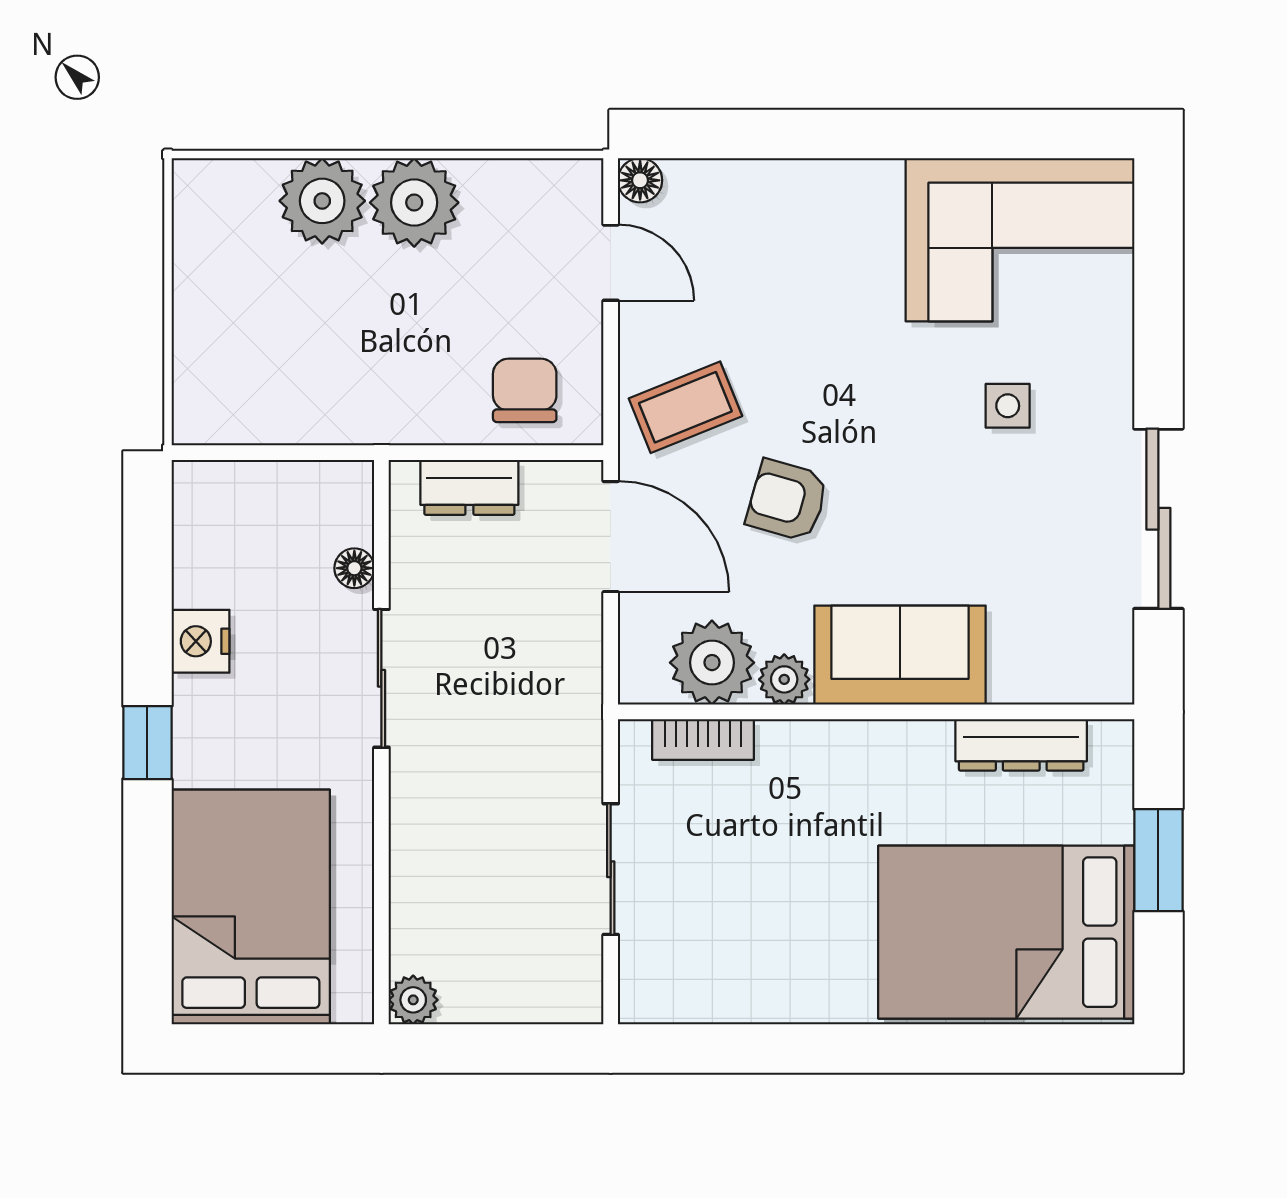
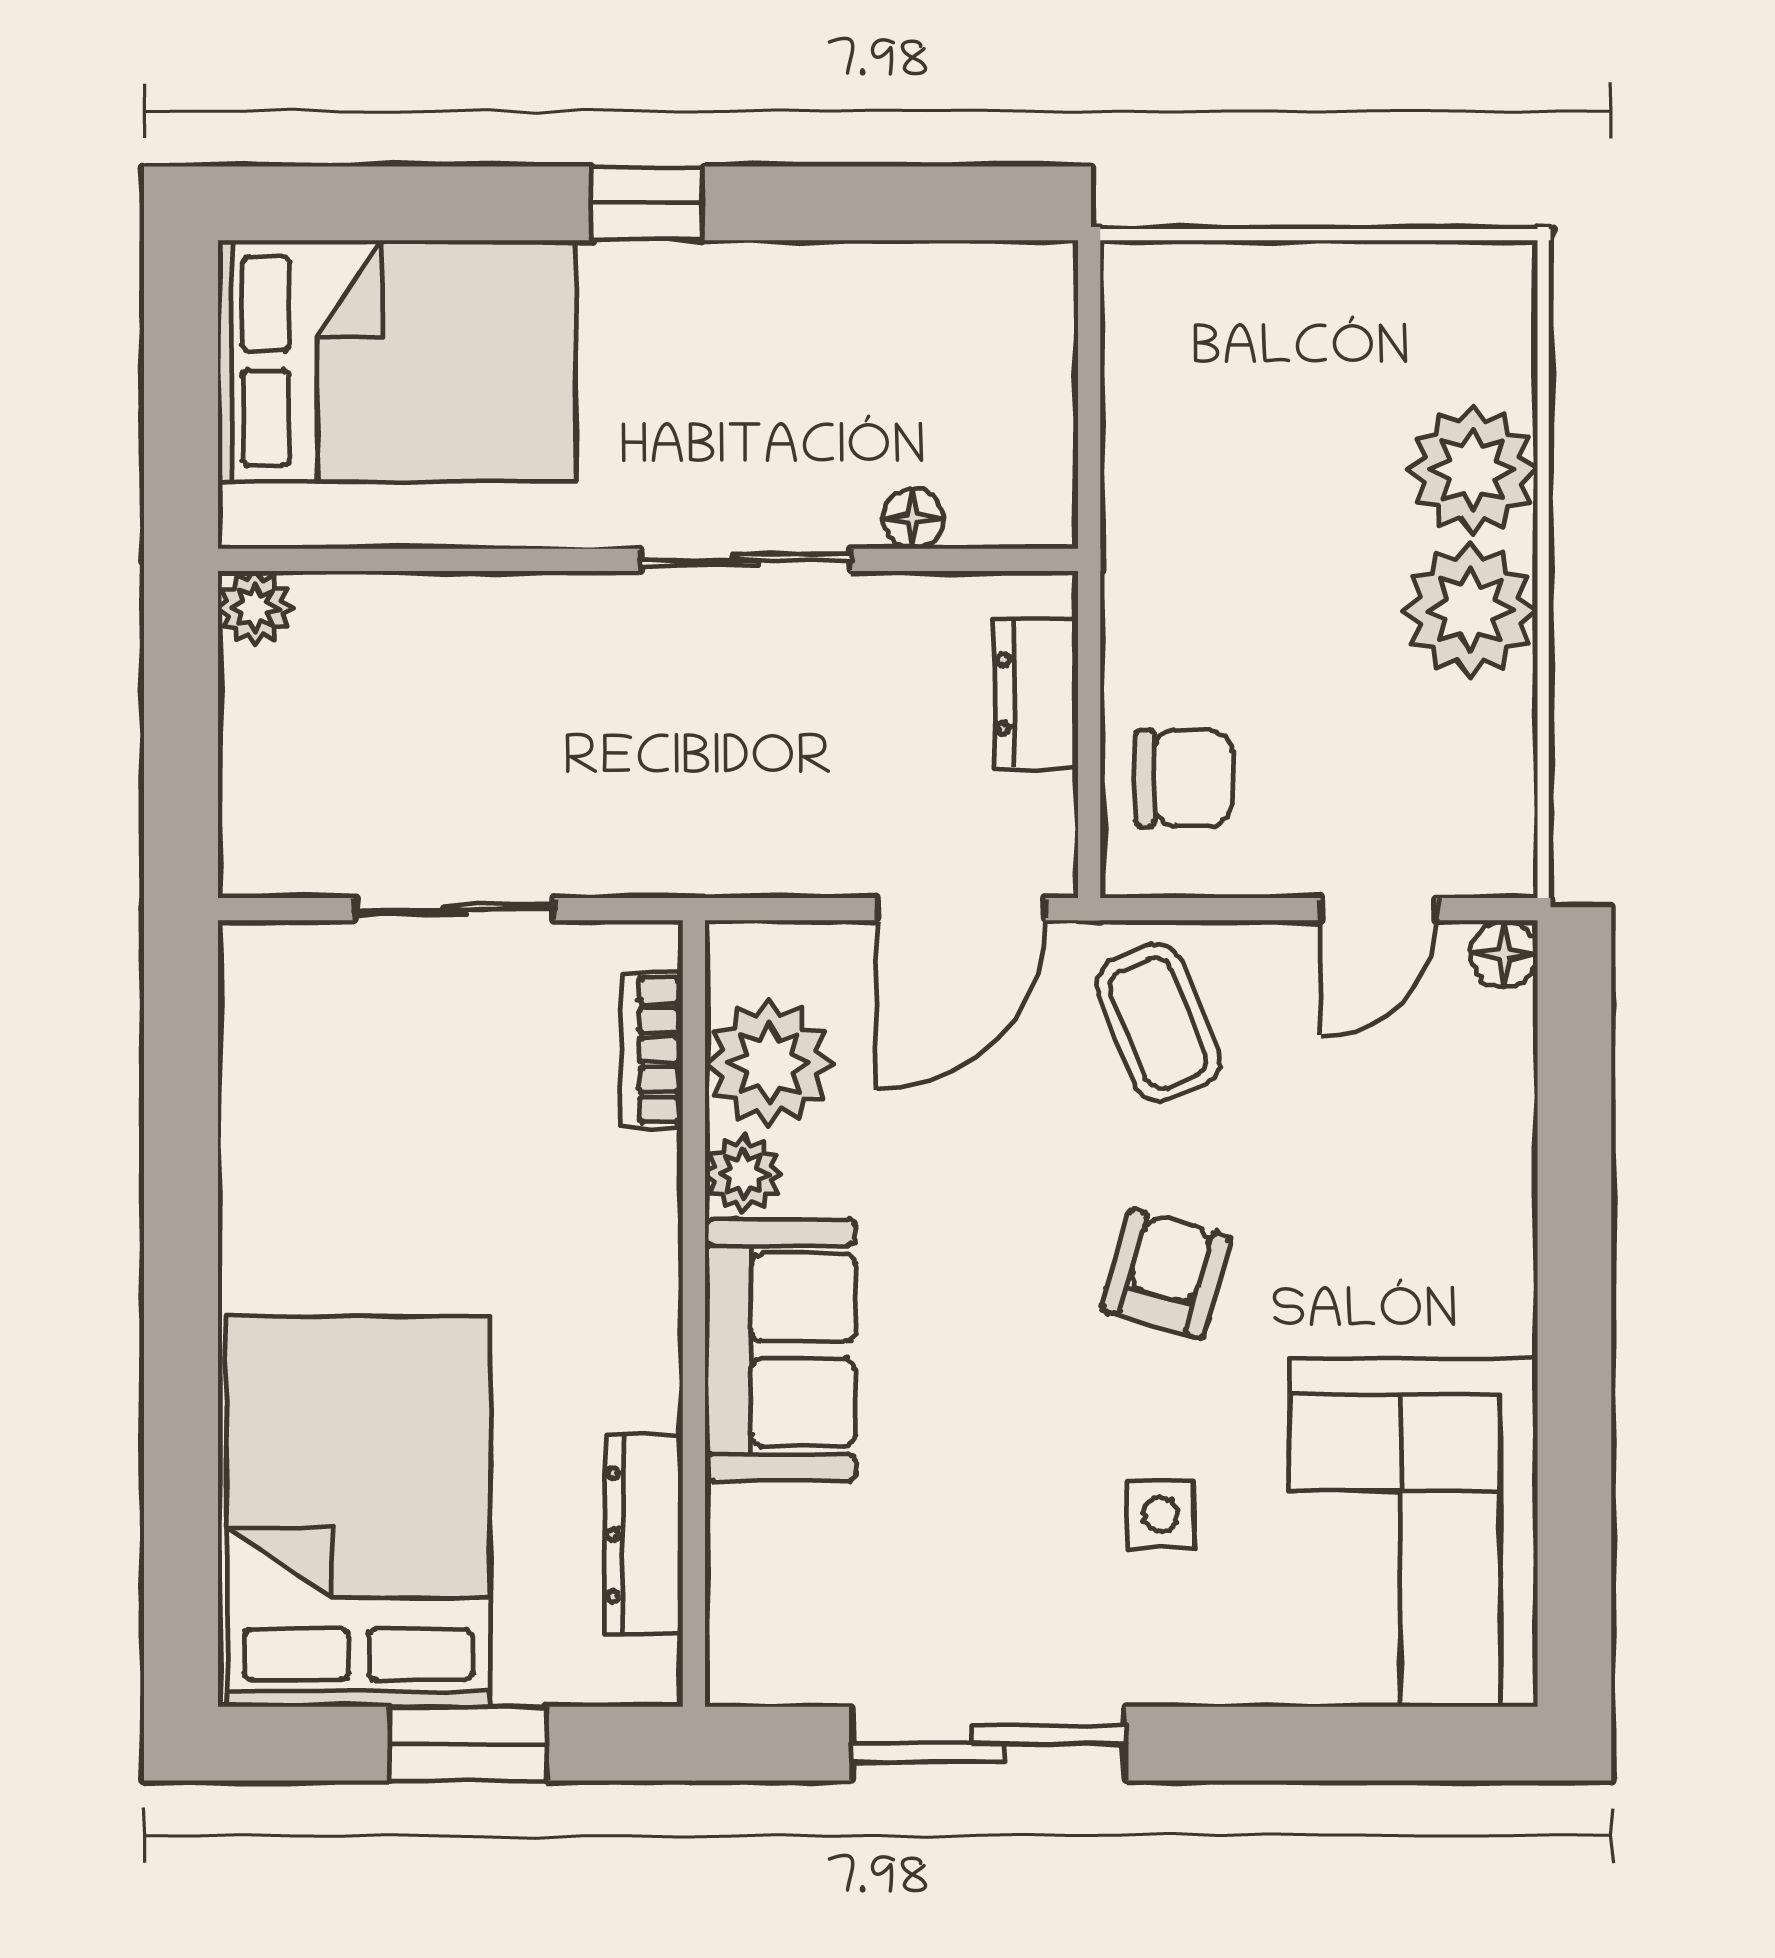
armchair: (787, 500) -> (1166, 1274), moved
nightstand: (200, 641) -> (801, 284), removed

